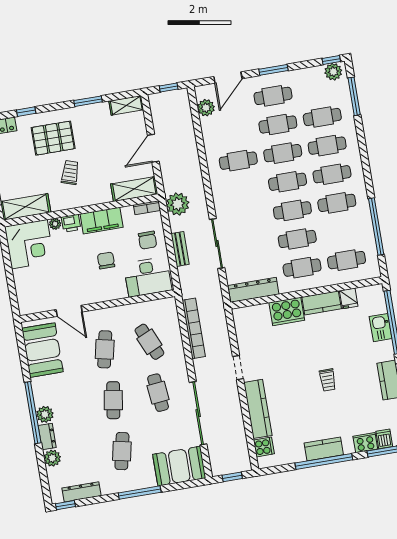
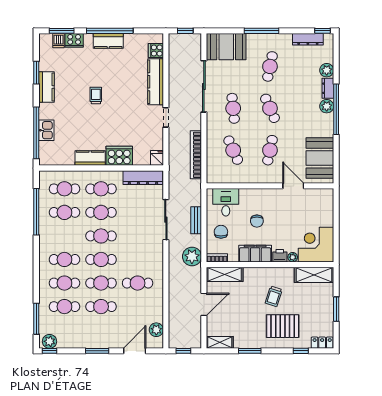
cafe table: (273, 96) -> (101, 330), removed
cafe table: (337, 203) -> (64, 212), moved
desk: (148, 277) -> (226, 202), width x0.73
fridge: (349, 298) -> (157, 158), moved
cafe table: (113, 400) -> (270, 108), turned -33

